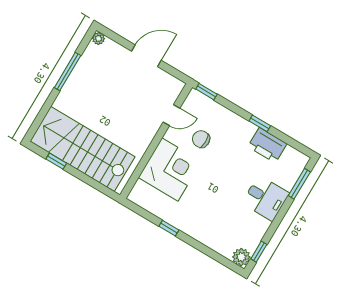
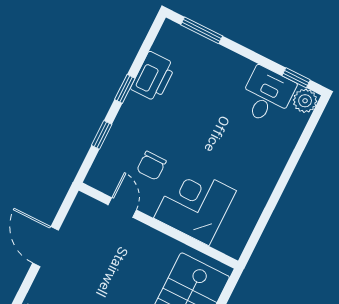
window: (206, 92) -> (102, 135), moved
desk: (266, 198) -> (267, 96), moved
window: (169, 228) -> (273, 200), removed

